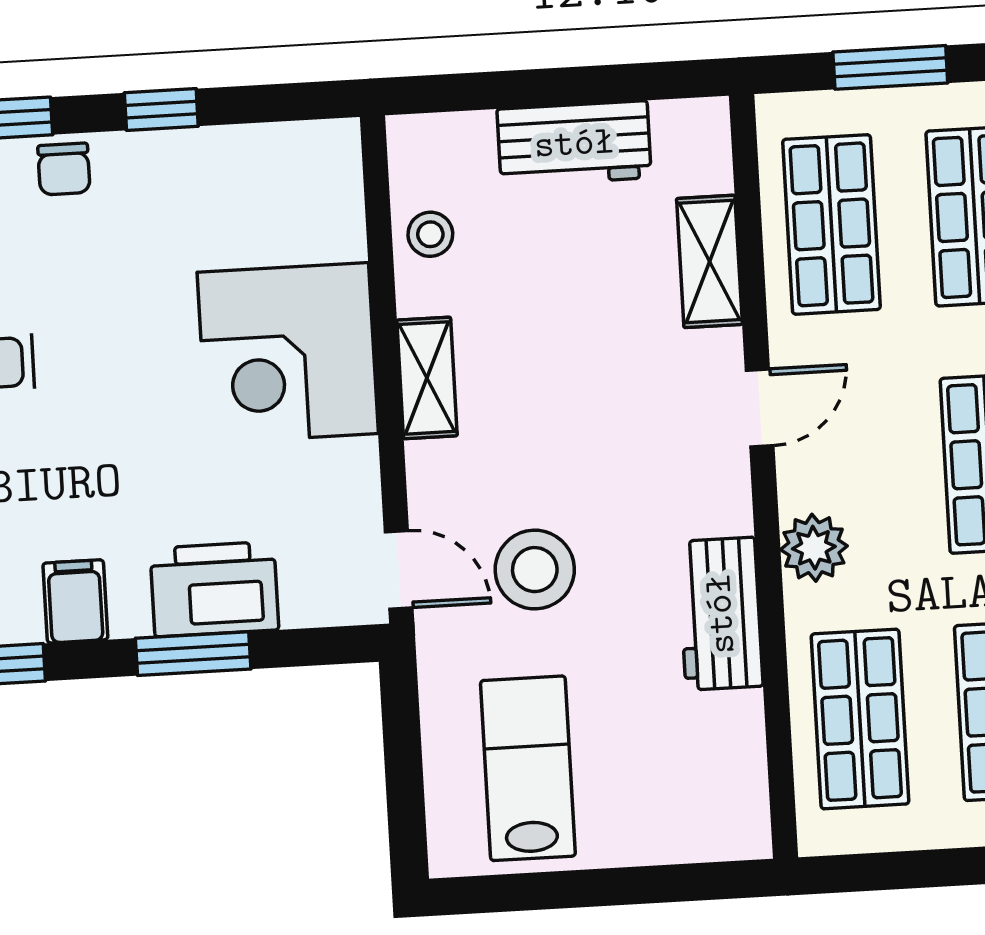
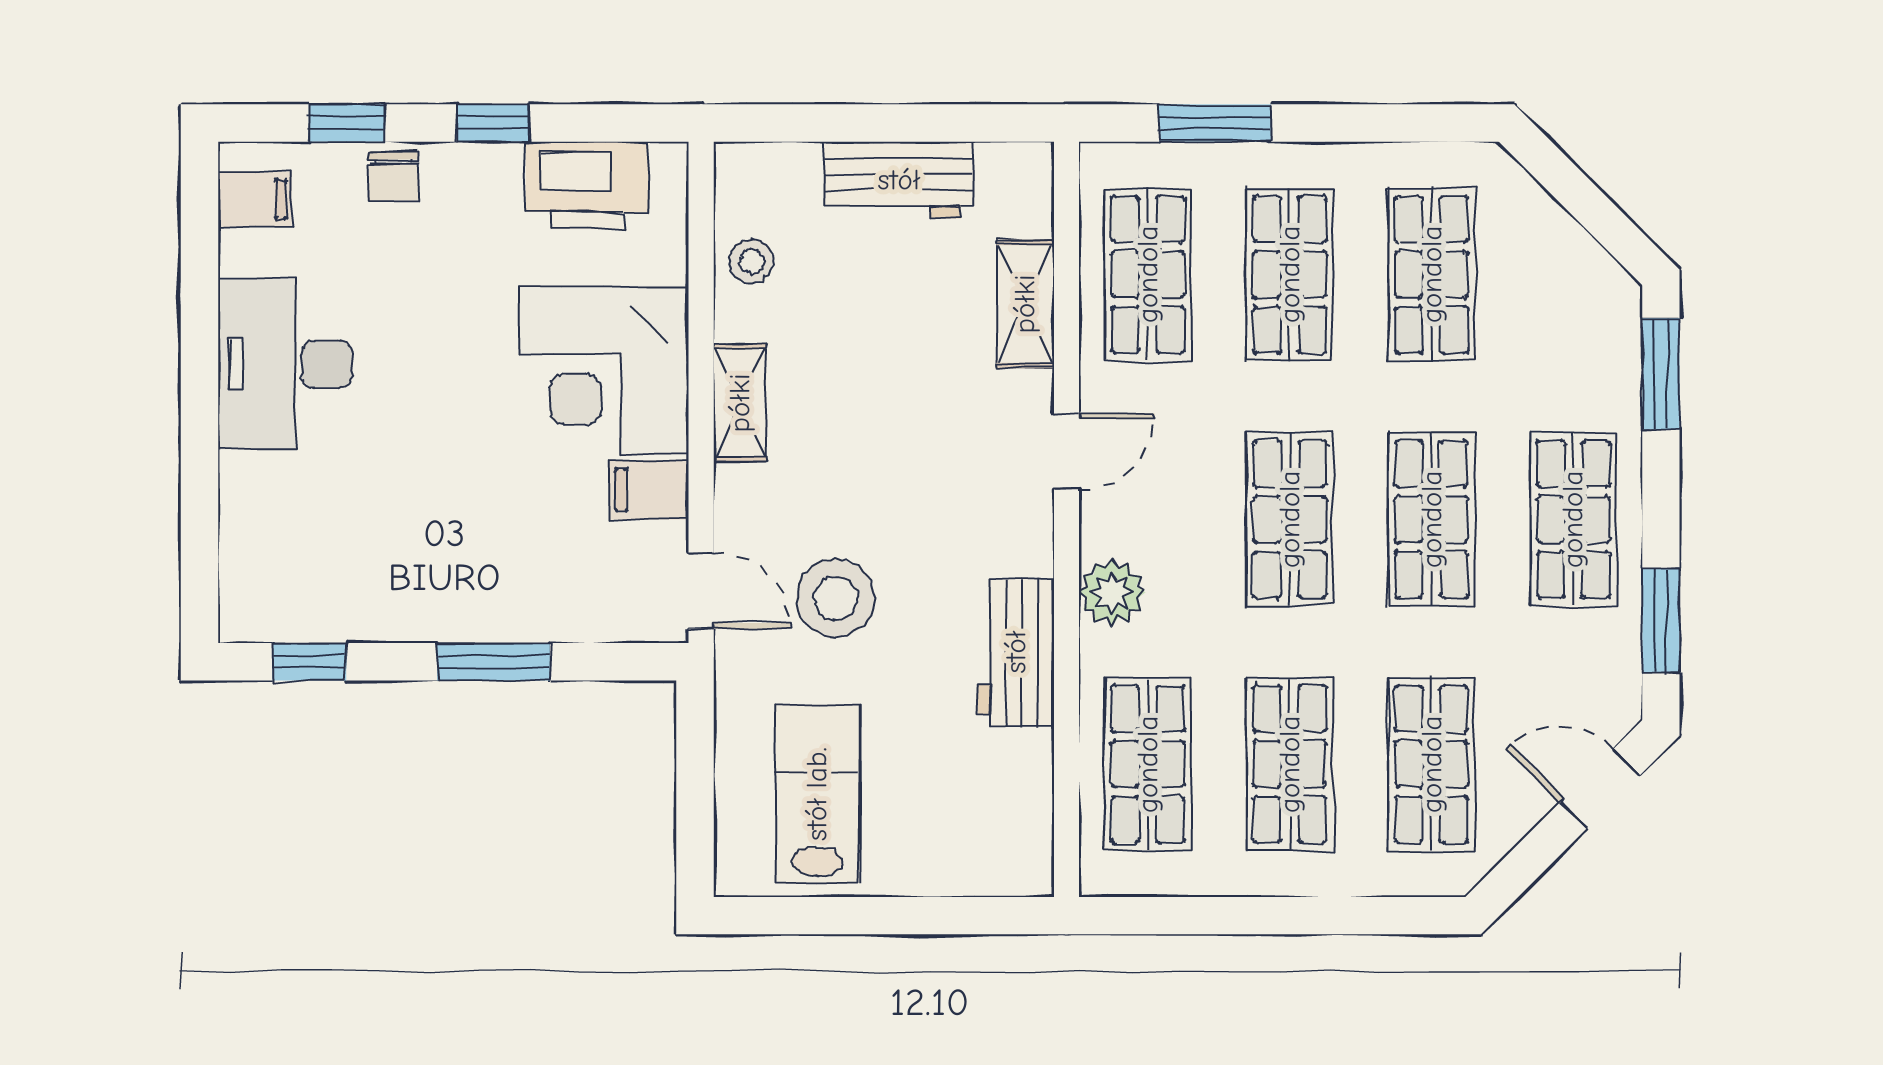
printer: (214, 589) -> (587, 186), moved, turned 180
filing cabinet: (75, 601) -> (649, 490), moved, turned -90

